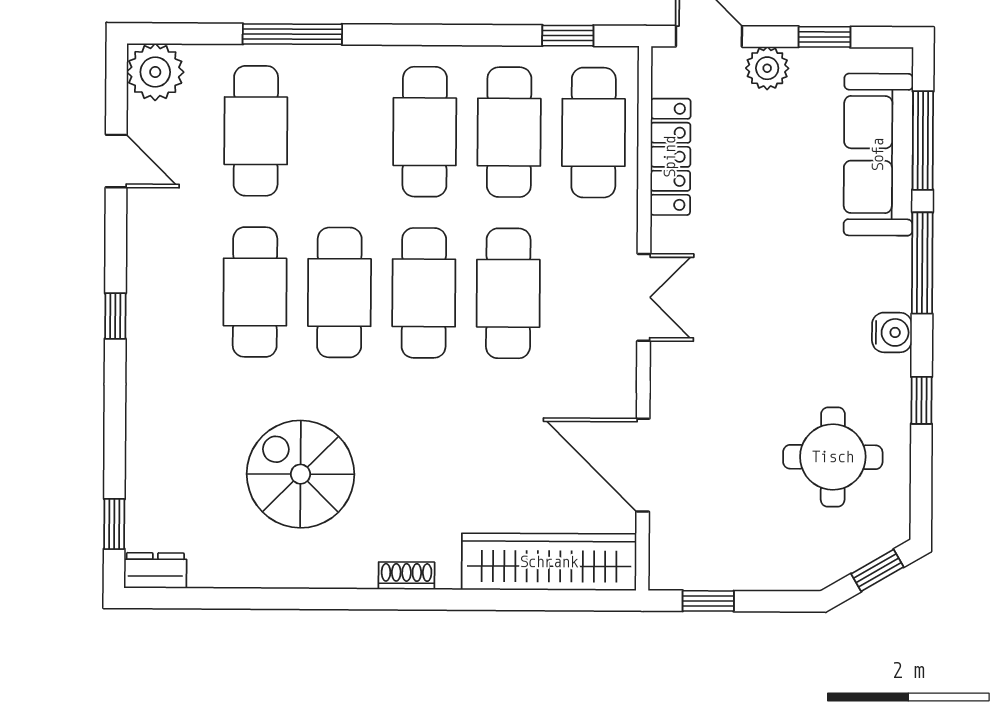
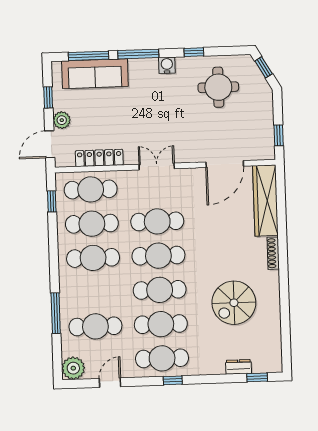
cafe table: (171, 292) -> (162, 358), added
dresser: (155, 570) -> (239, 367), moved, turned 90
shoe rack: (407, 576) -> (273, 253), width x1.43

